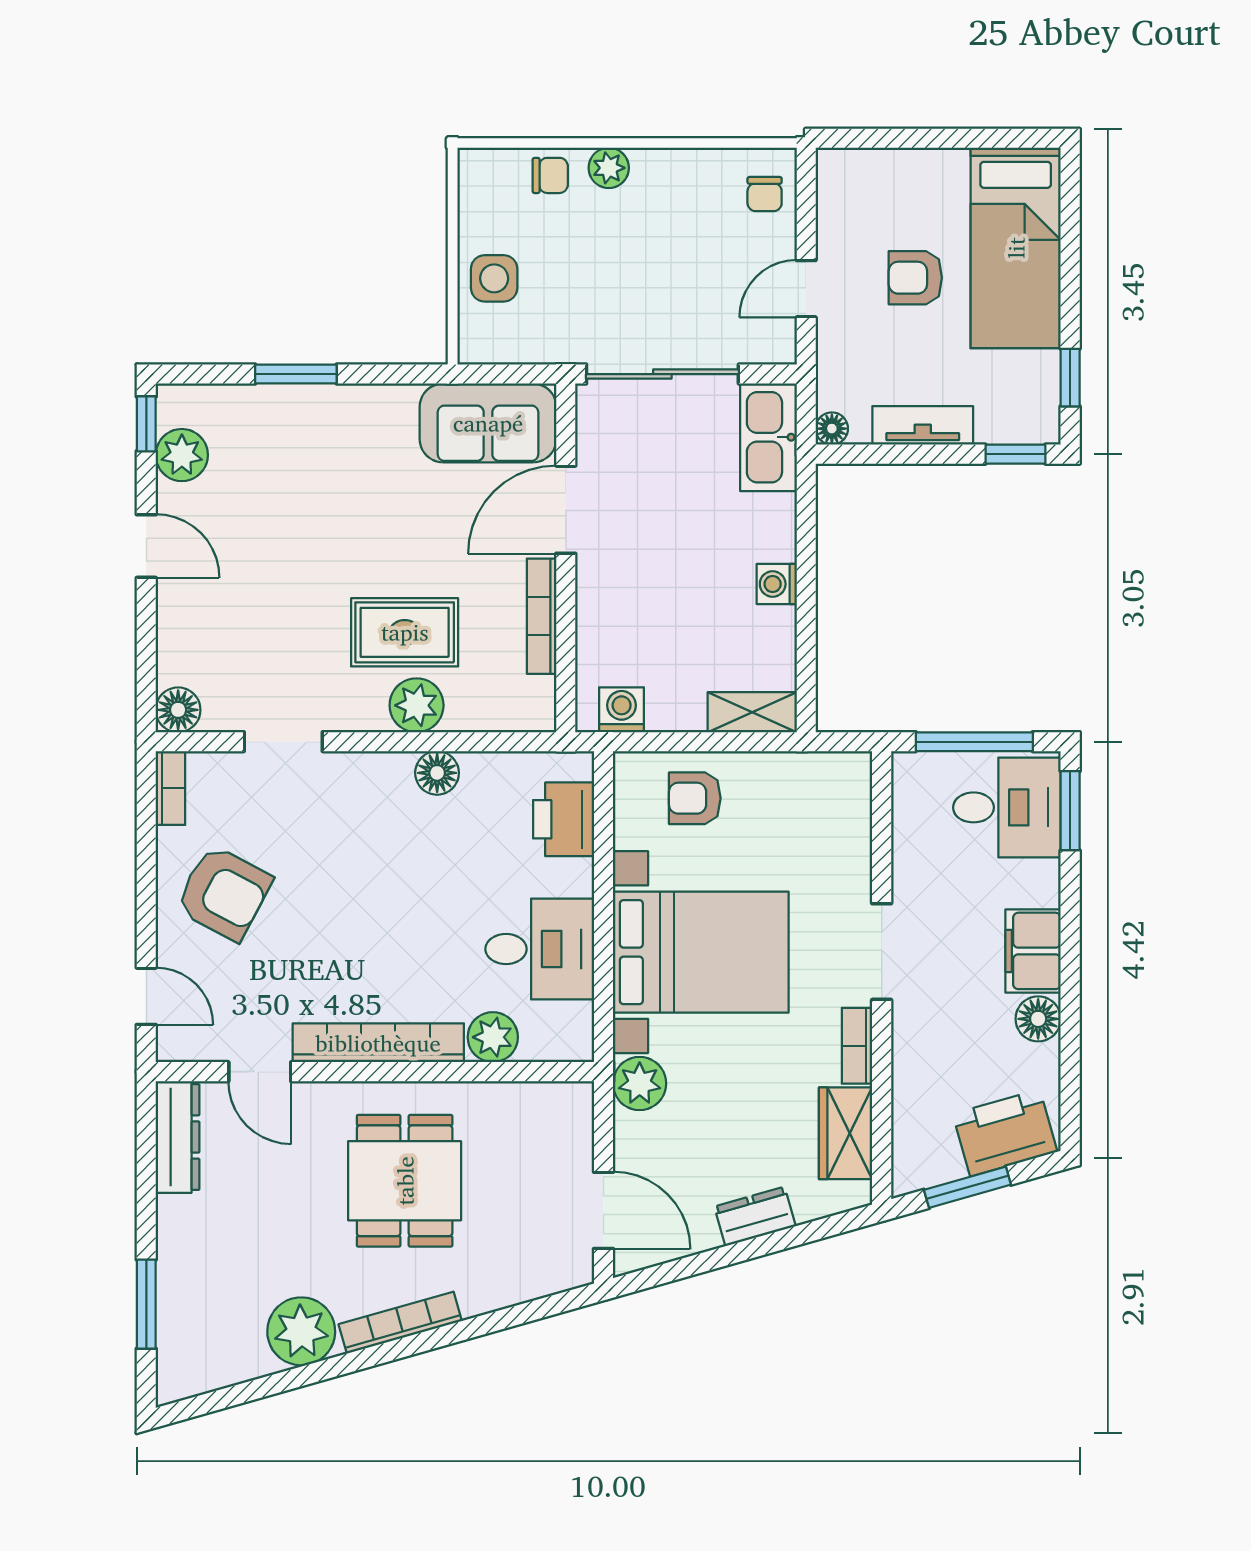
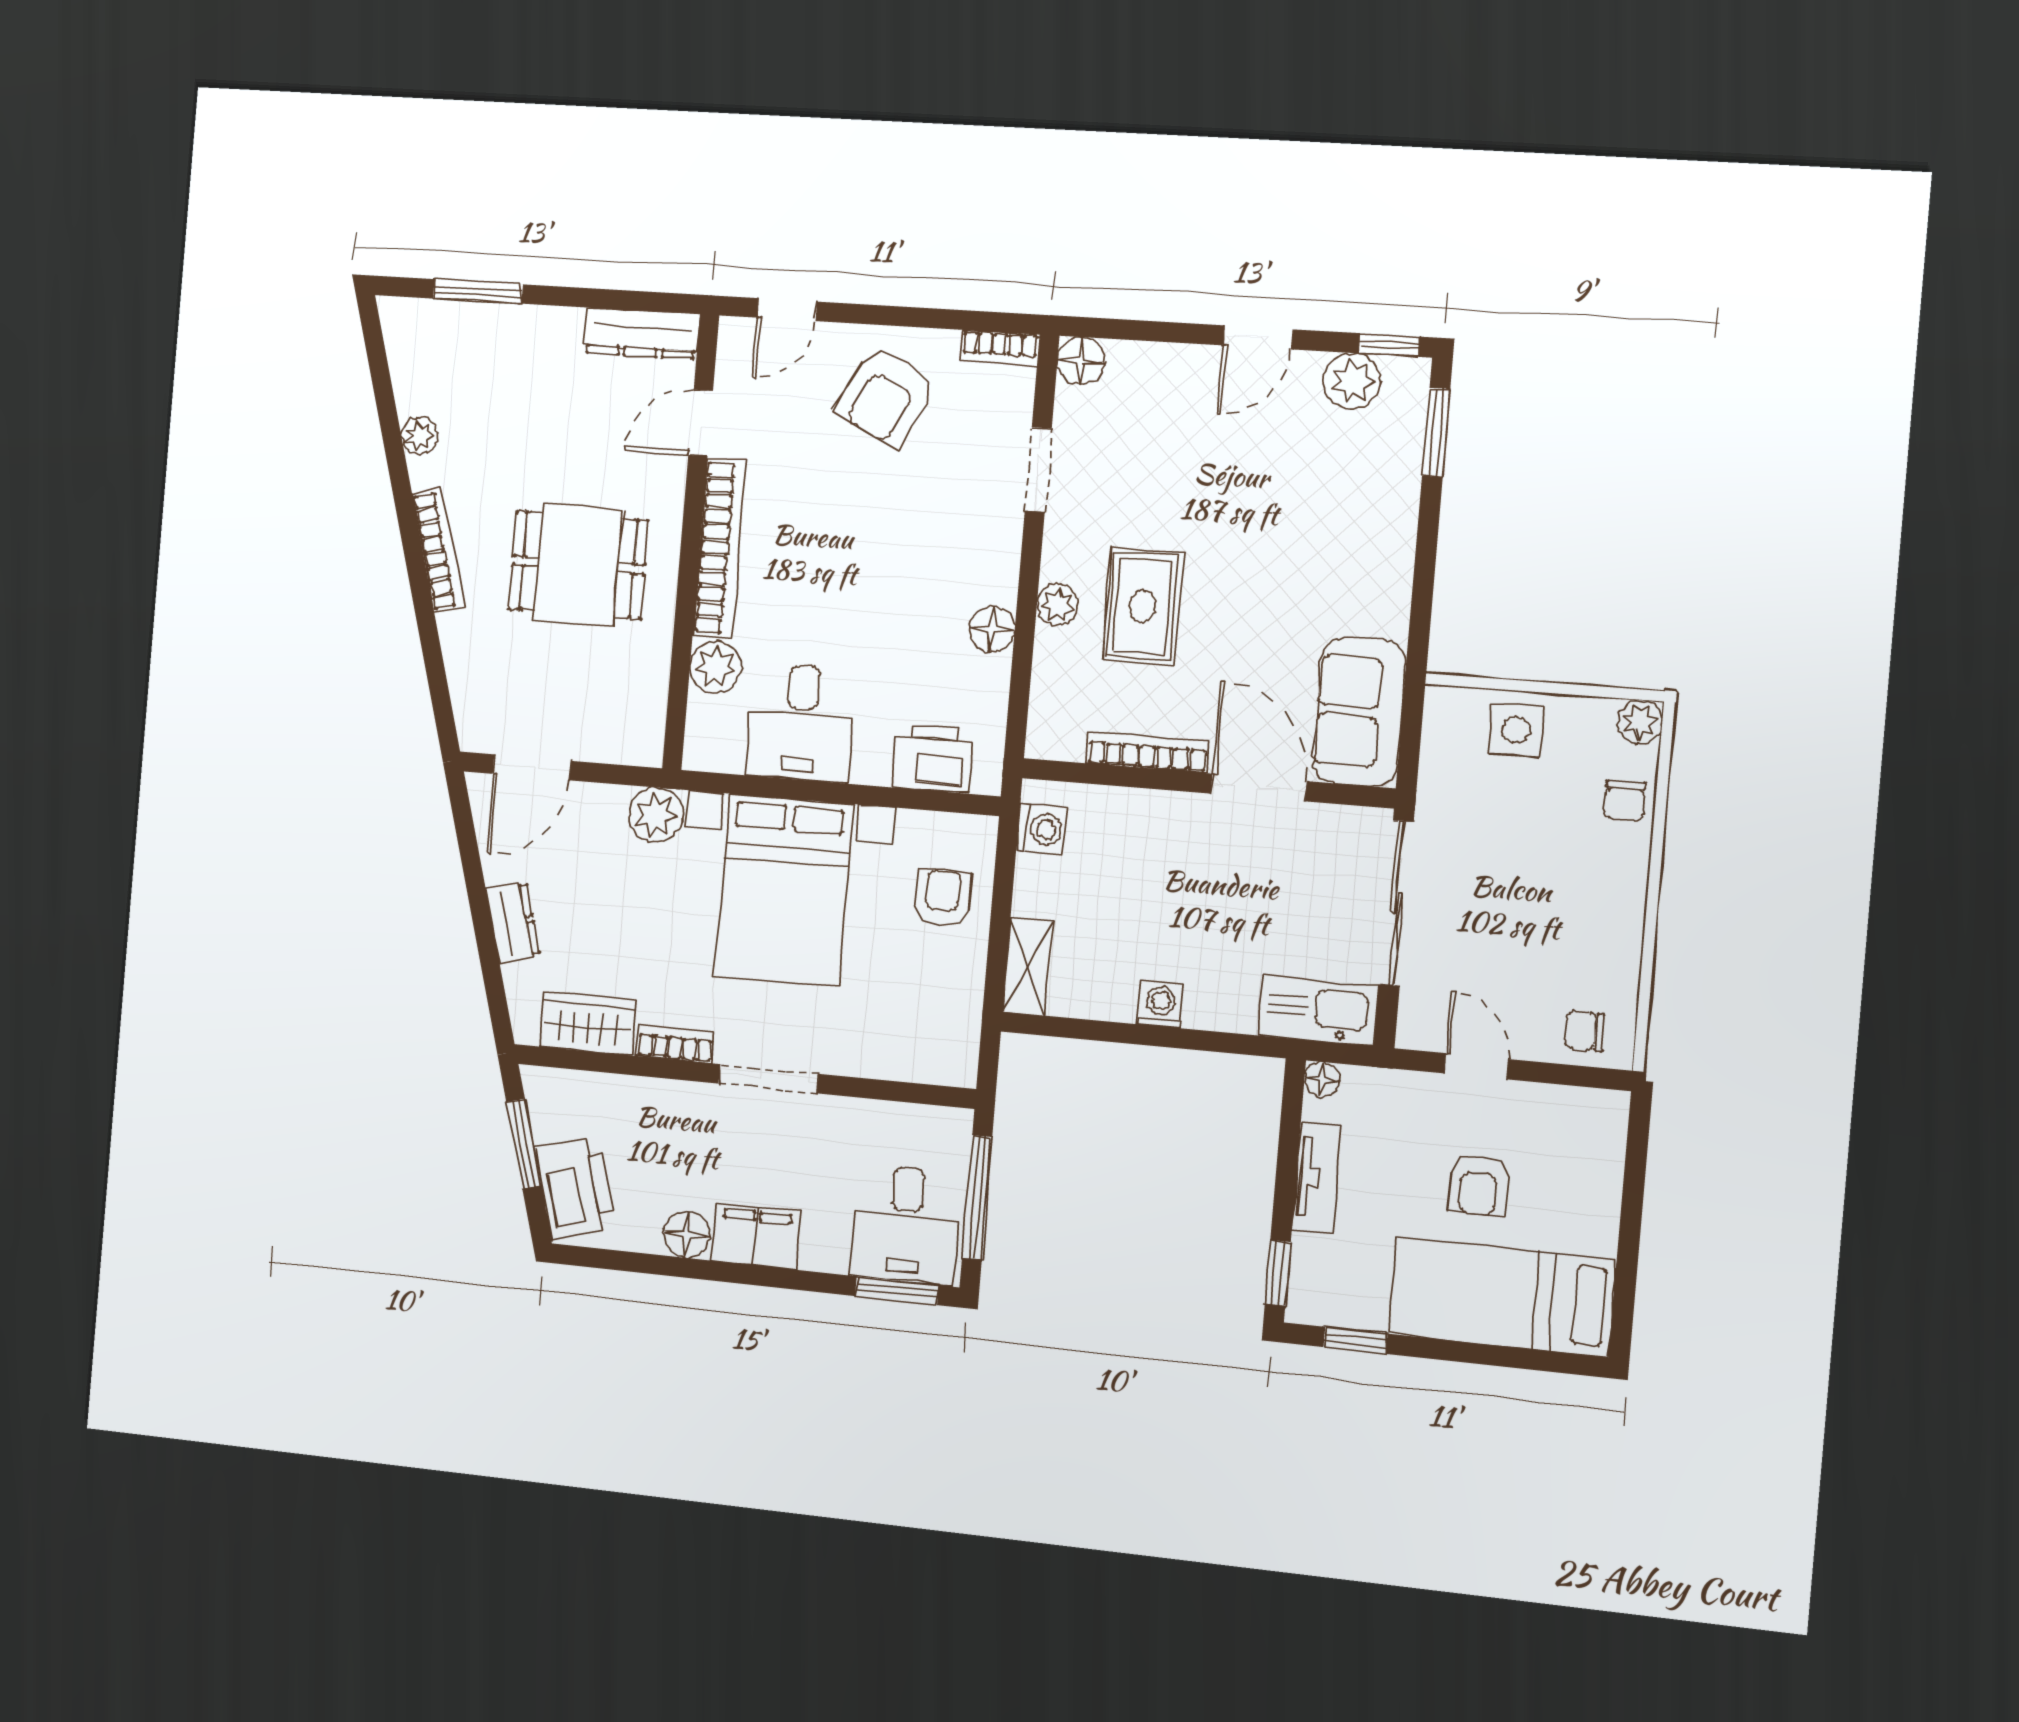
plant: (609, 168) -> (1640, 722), moved
armchair: (915, 278) -> (1478, 1185), turned 180
window: (296, 374) -> (1436, 433), moved
plant: (417, 705) -> (1057, 605), width x0.73, depth x0.73
plant: (301, 1331) -> (419, 436), width x0.53, depth x0.53

